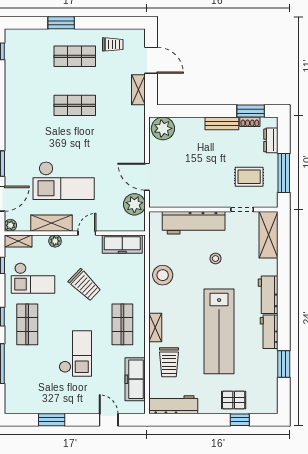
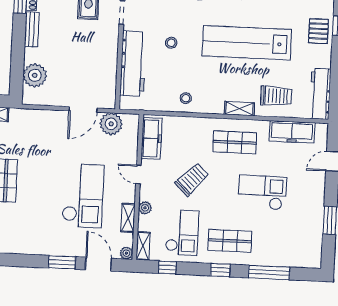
plant: (163, 128) -> (35, 75), moved
shelving: (51, 223) -> (128, 218), width x0.67, depth x0.75
stool: (163, 275) -> (186, 98), width x0.53, depth x0.53
lab bench: (219, 331) -> (247, 43), turned 180

